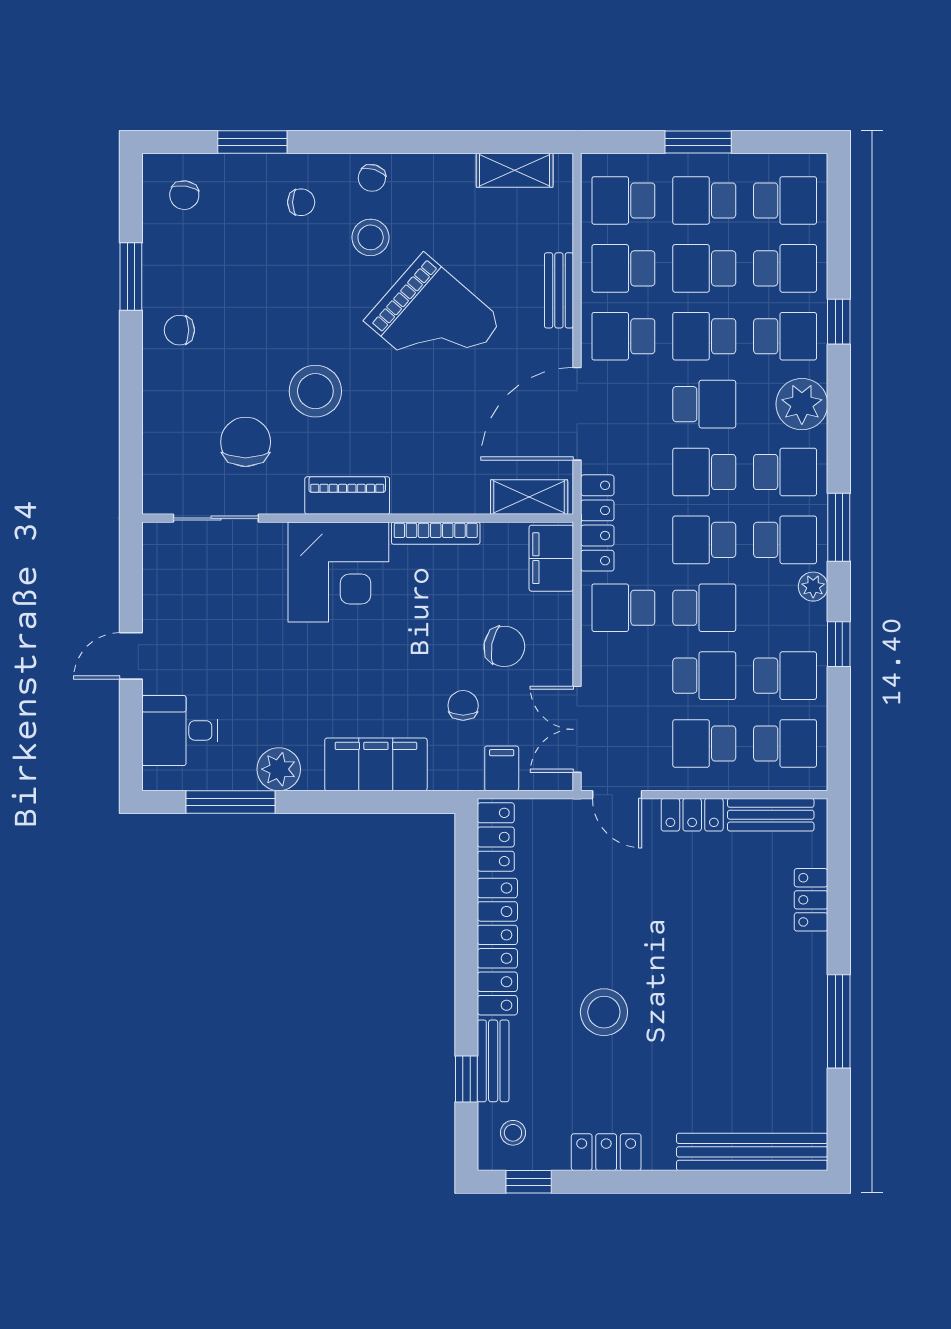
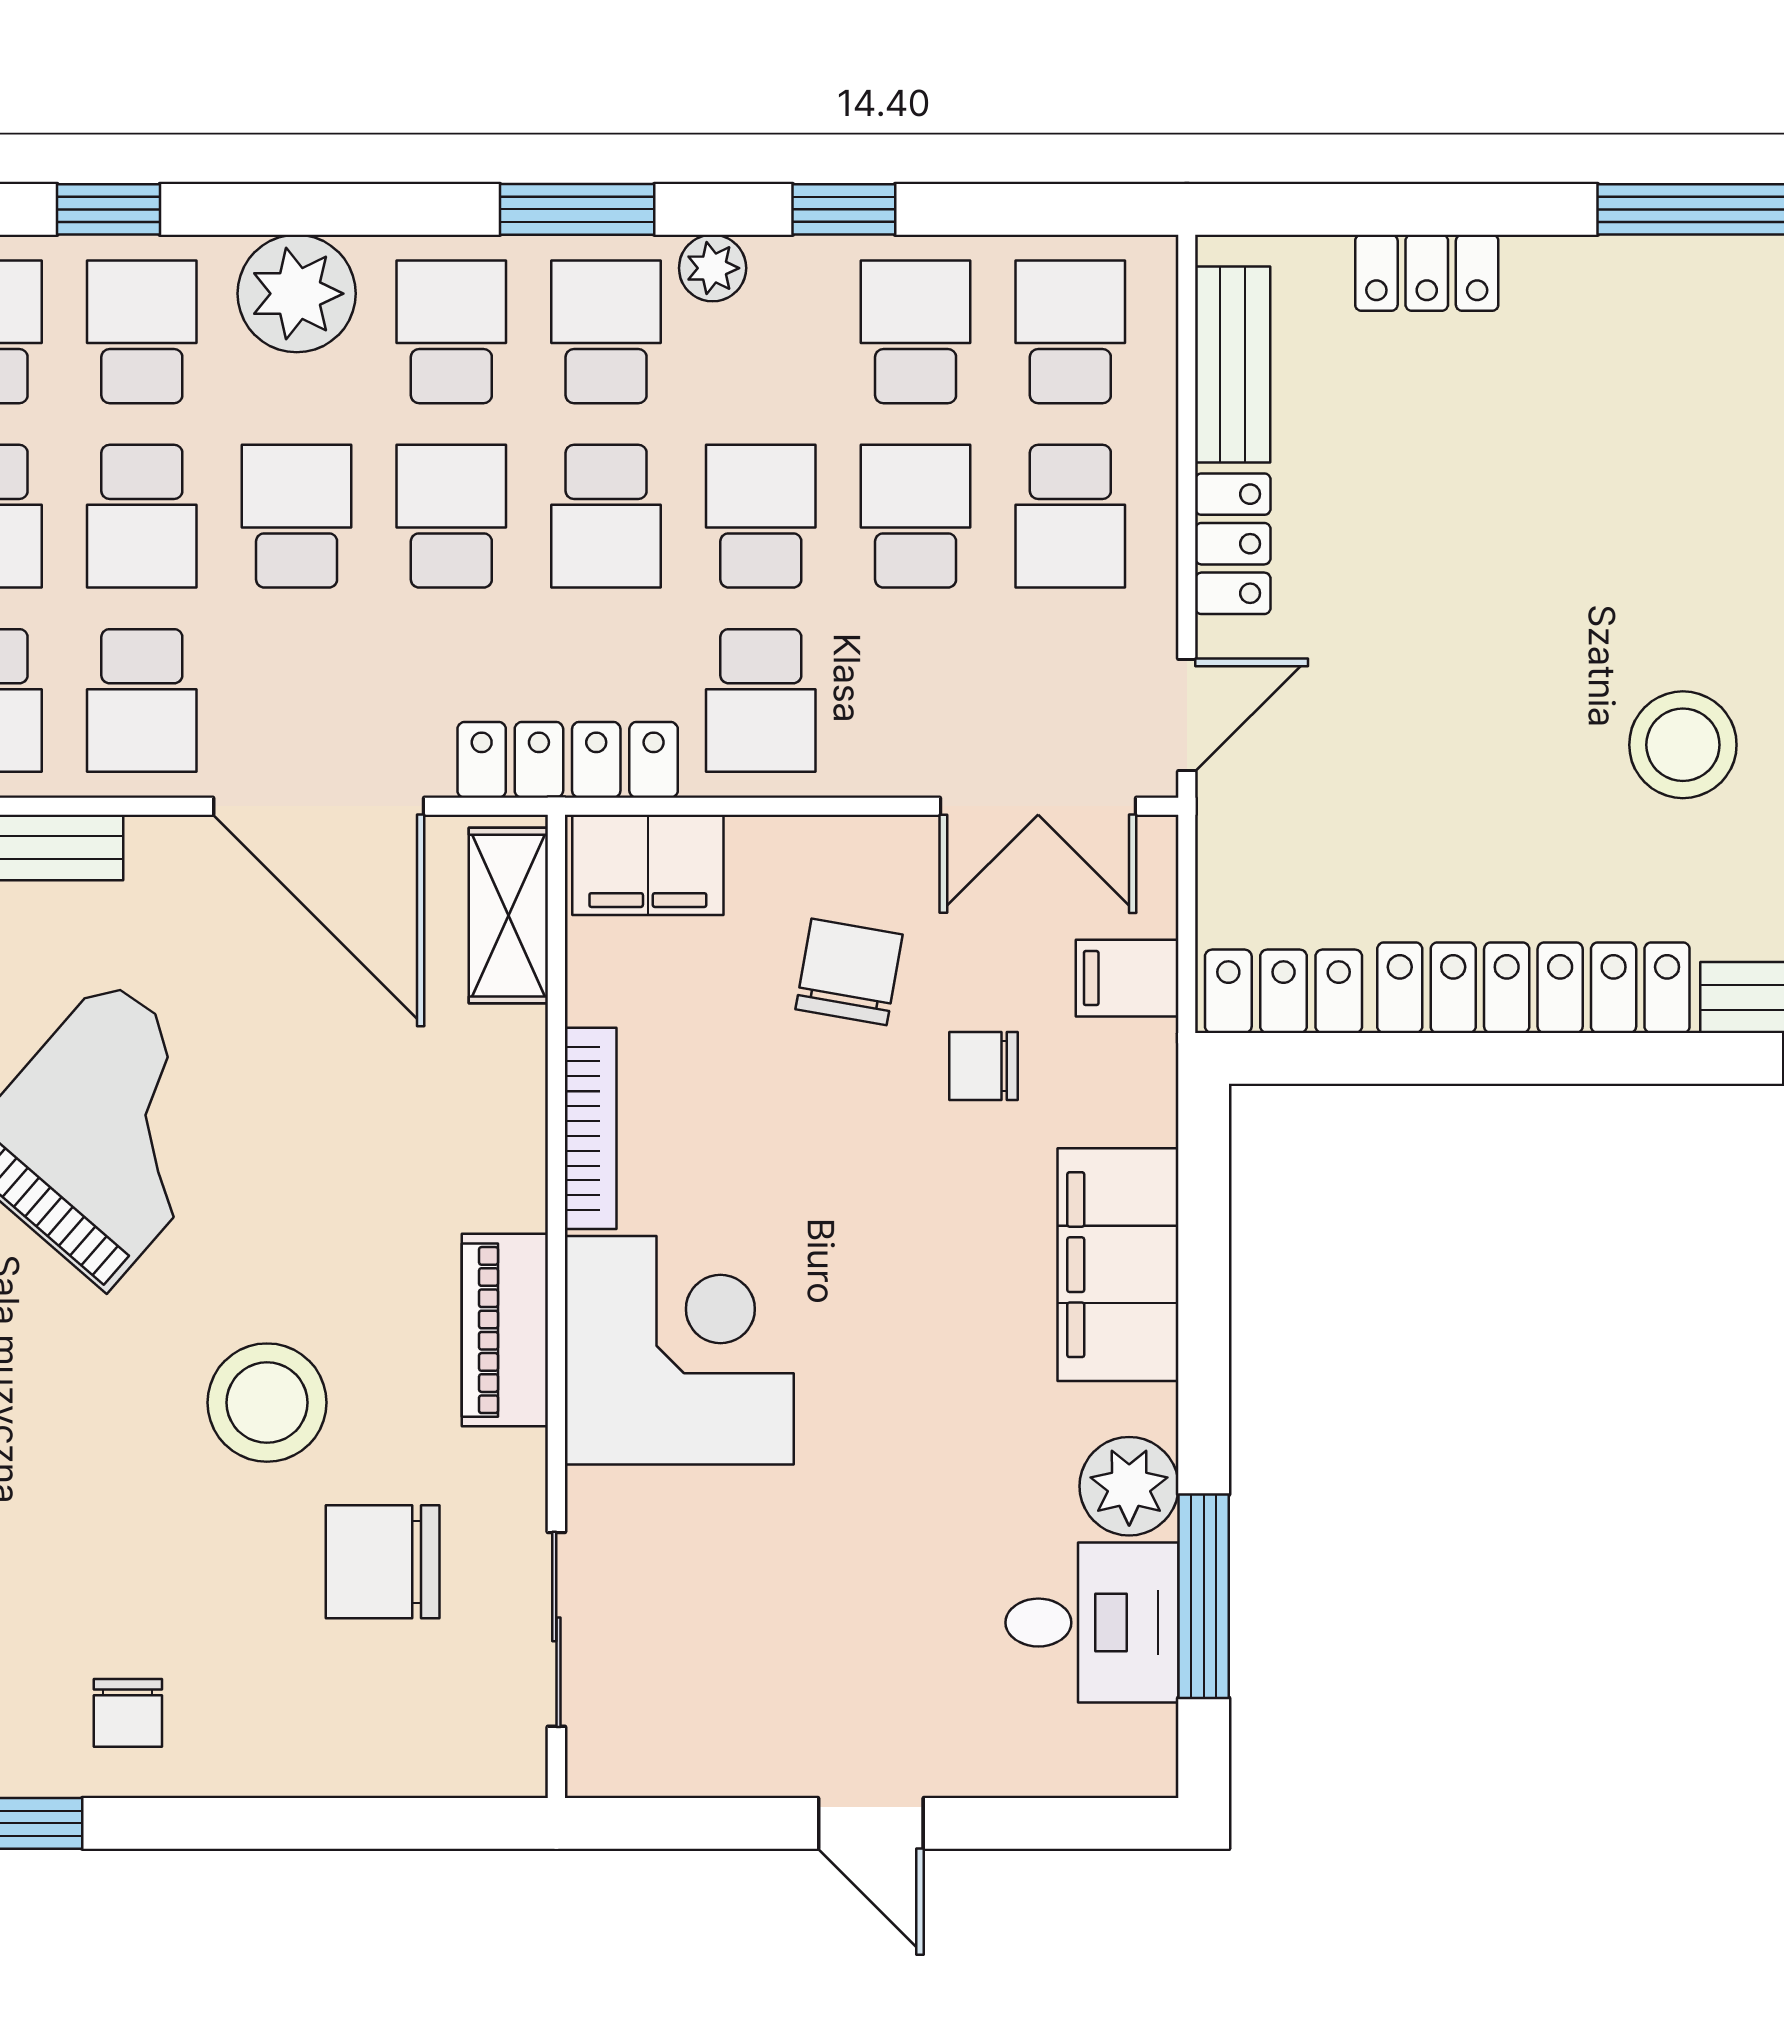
school desk: (704, 472) -> (451, 516), turned 180
desk: (180, 730) -> (1092, 1623), moved, turned -90

